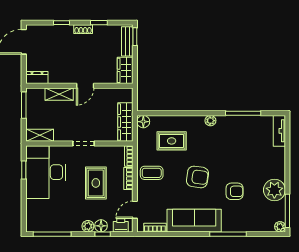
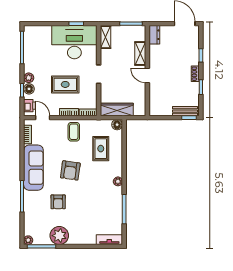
wardrobe: (125, 70) -> (160, 109), removed

